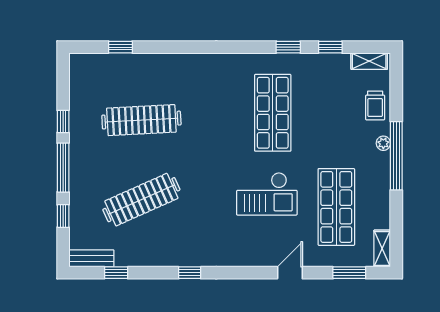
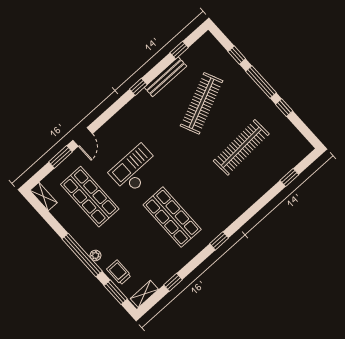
window: (288, 47) -> (219, 241), moved
window: (396, 88) -> (116, 292), added
bench: (91, 258) -> (165, 77), moved, width x1.36
window: (349, 273) -> (60, 157), moved

